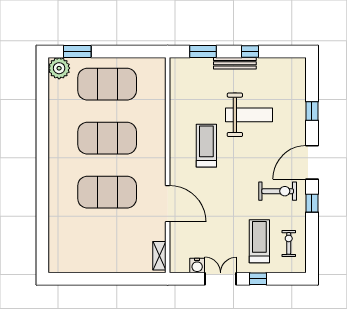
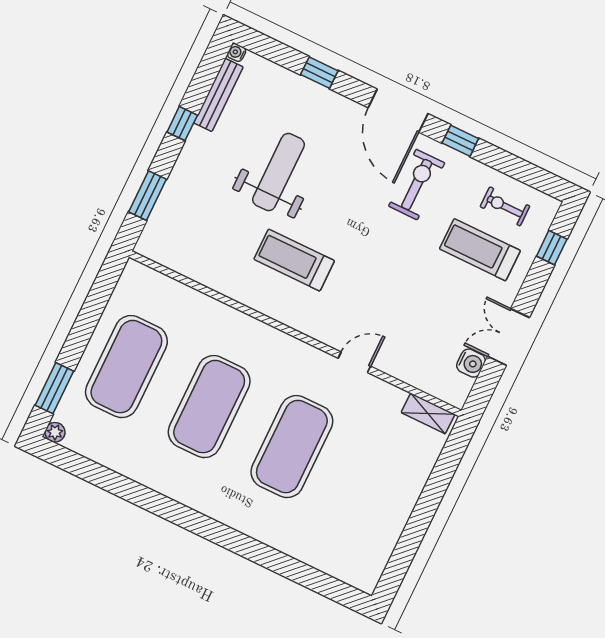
water cooler: (301, 62) -> (236, 52), added
bench: (235, 63) -> (218, 95), moved
plant: (59, 68) -> (55, 432), width x0.53, depth x0.53
door: (168, 204) -> (354, 362), width x0.53
window: (258, 279) -> (552, 248), moved

